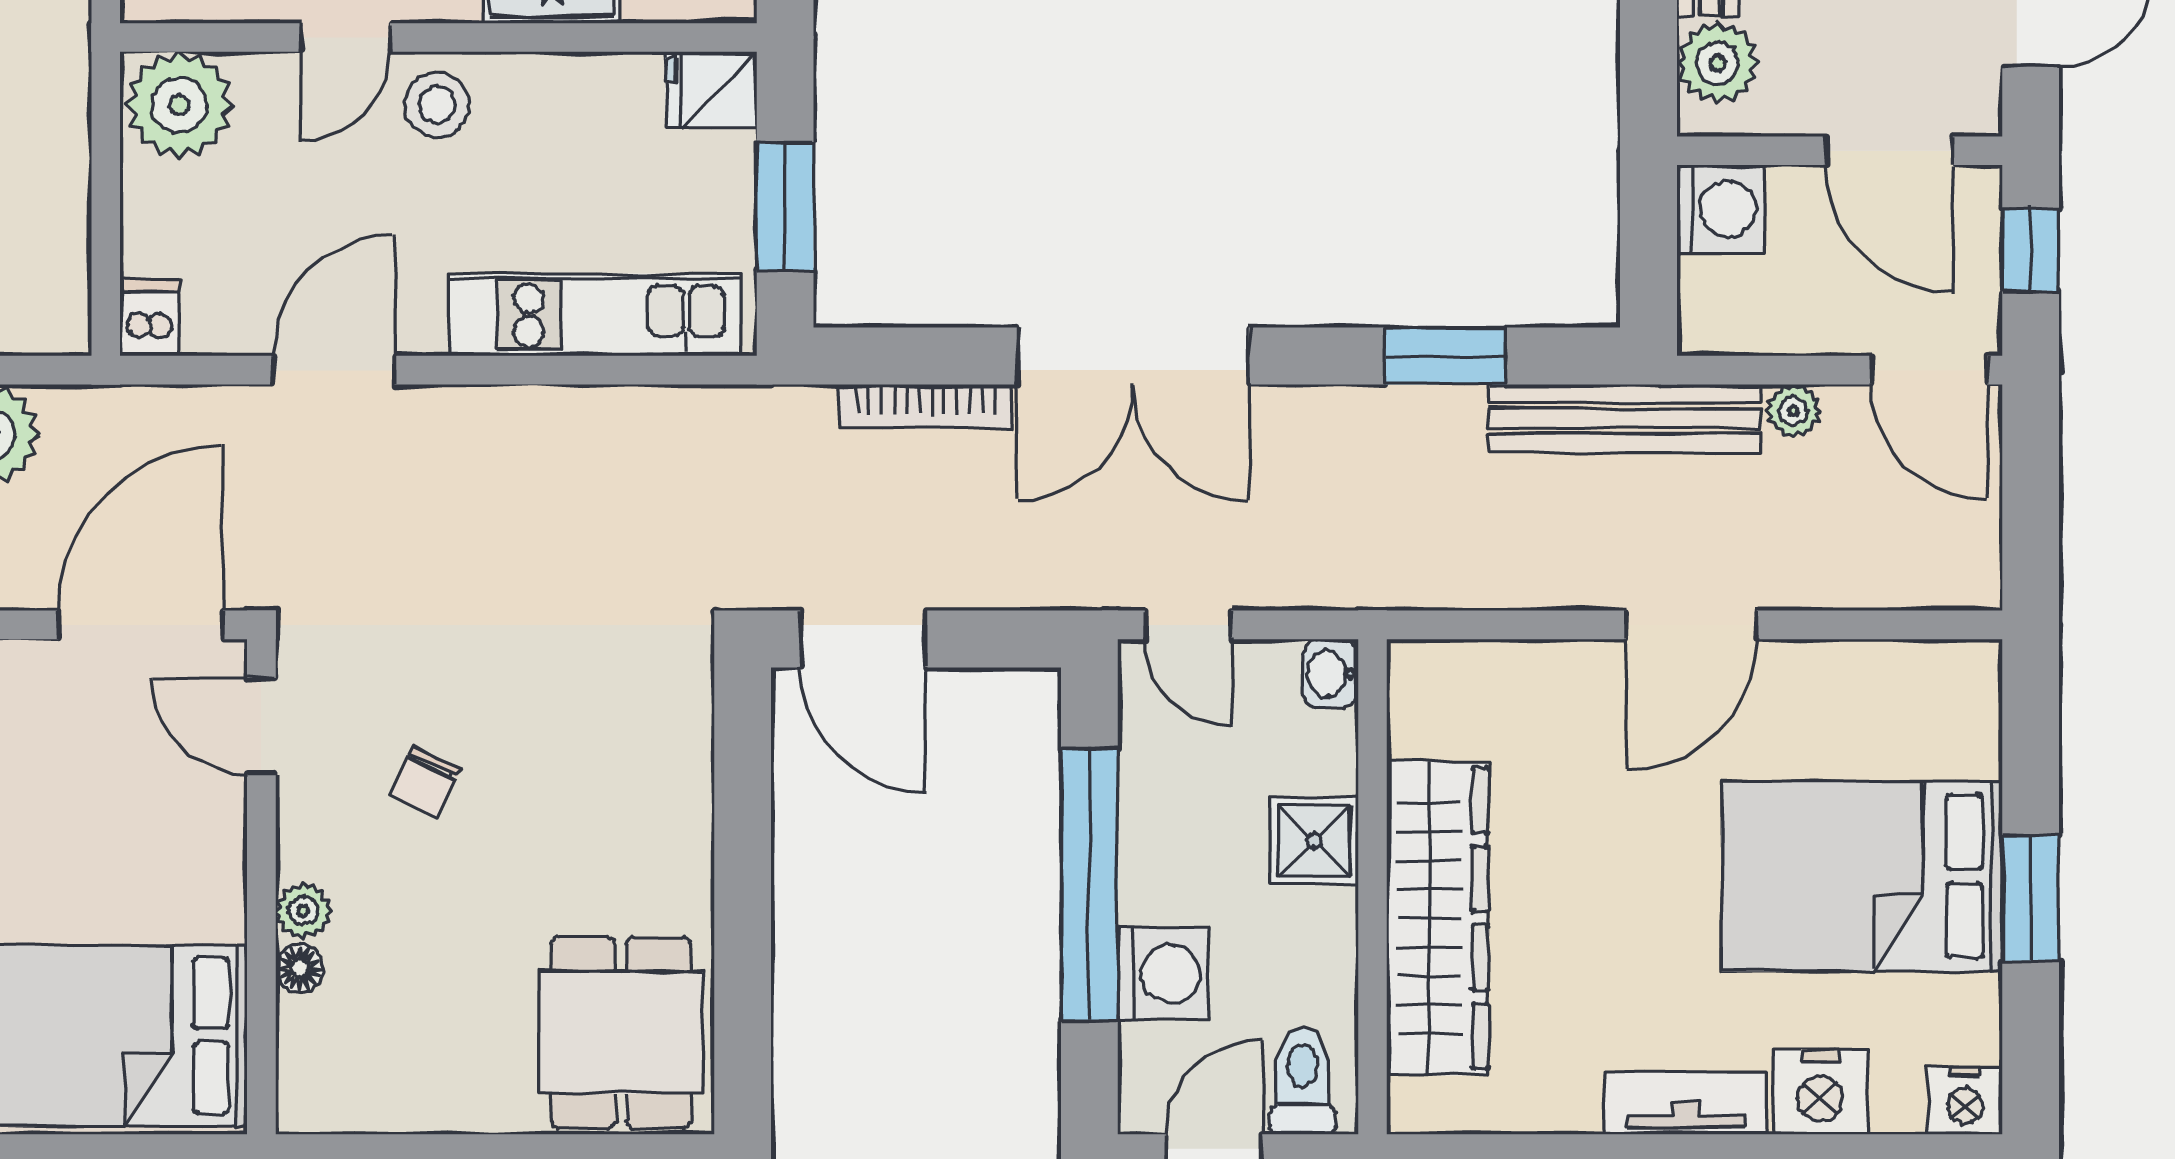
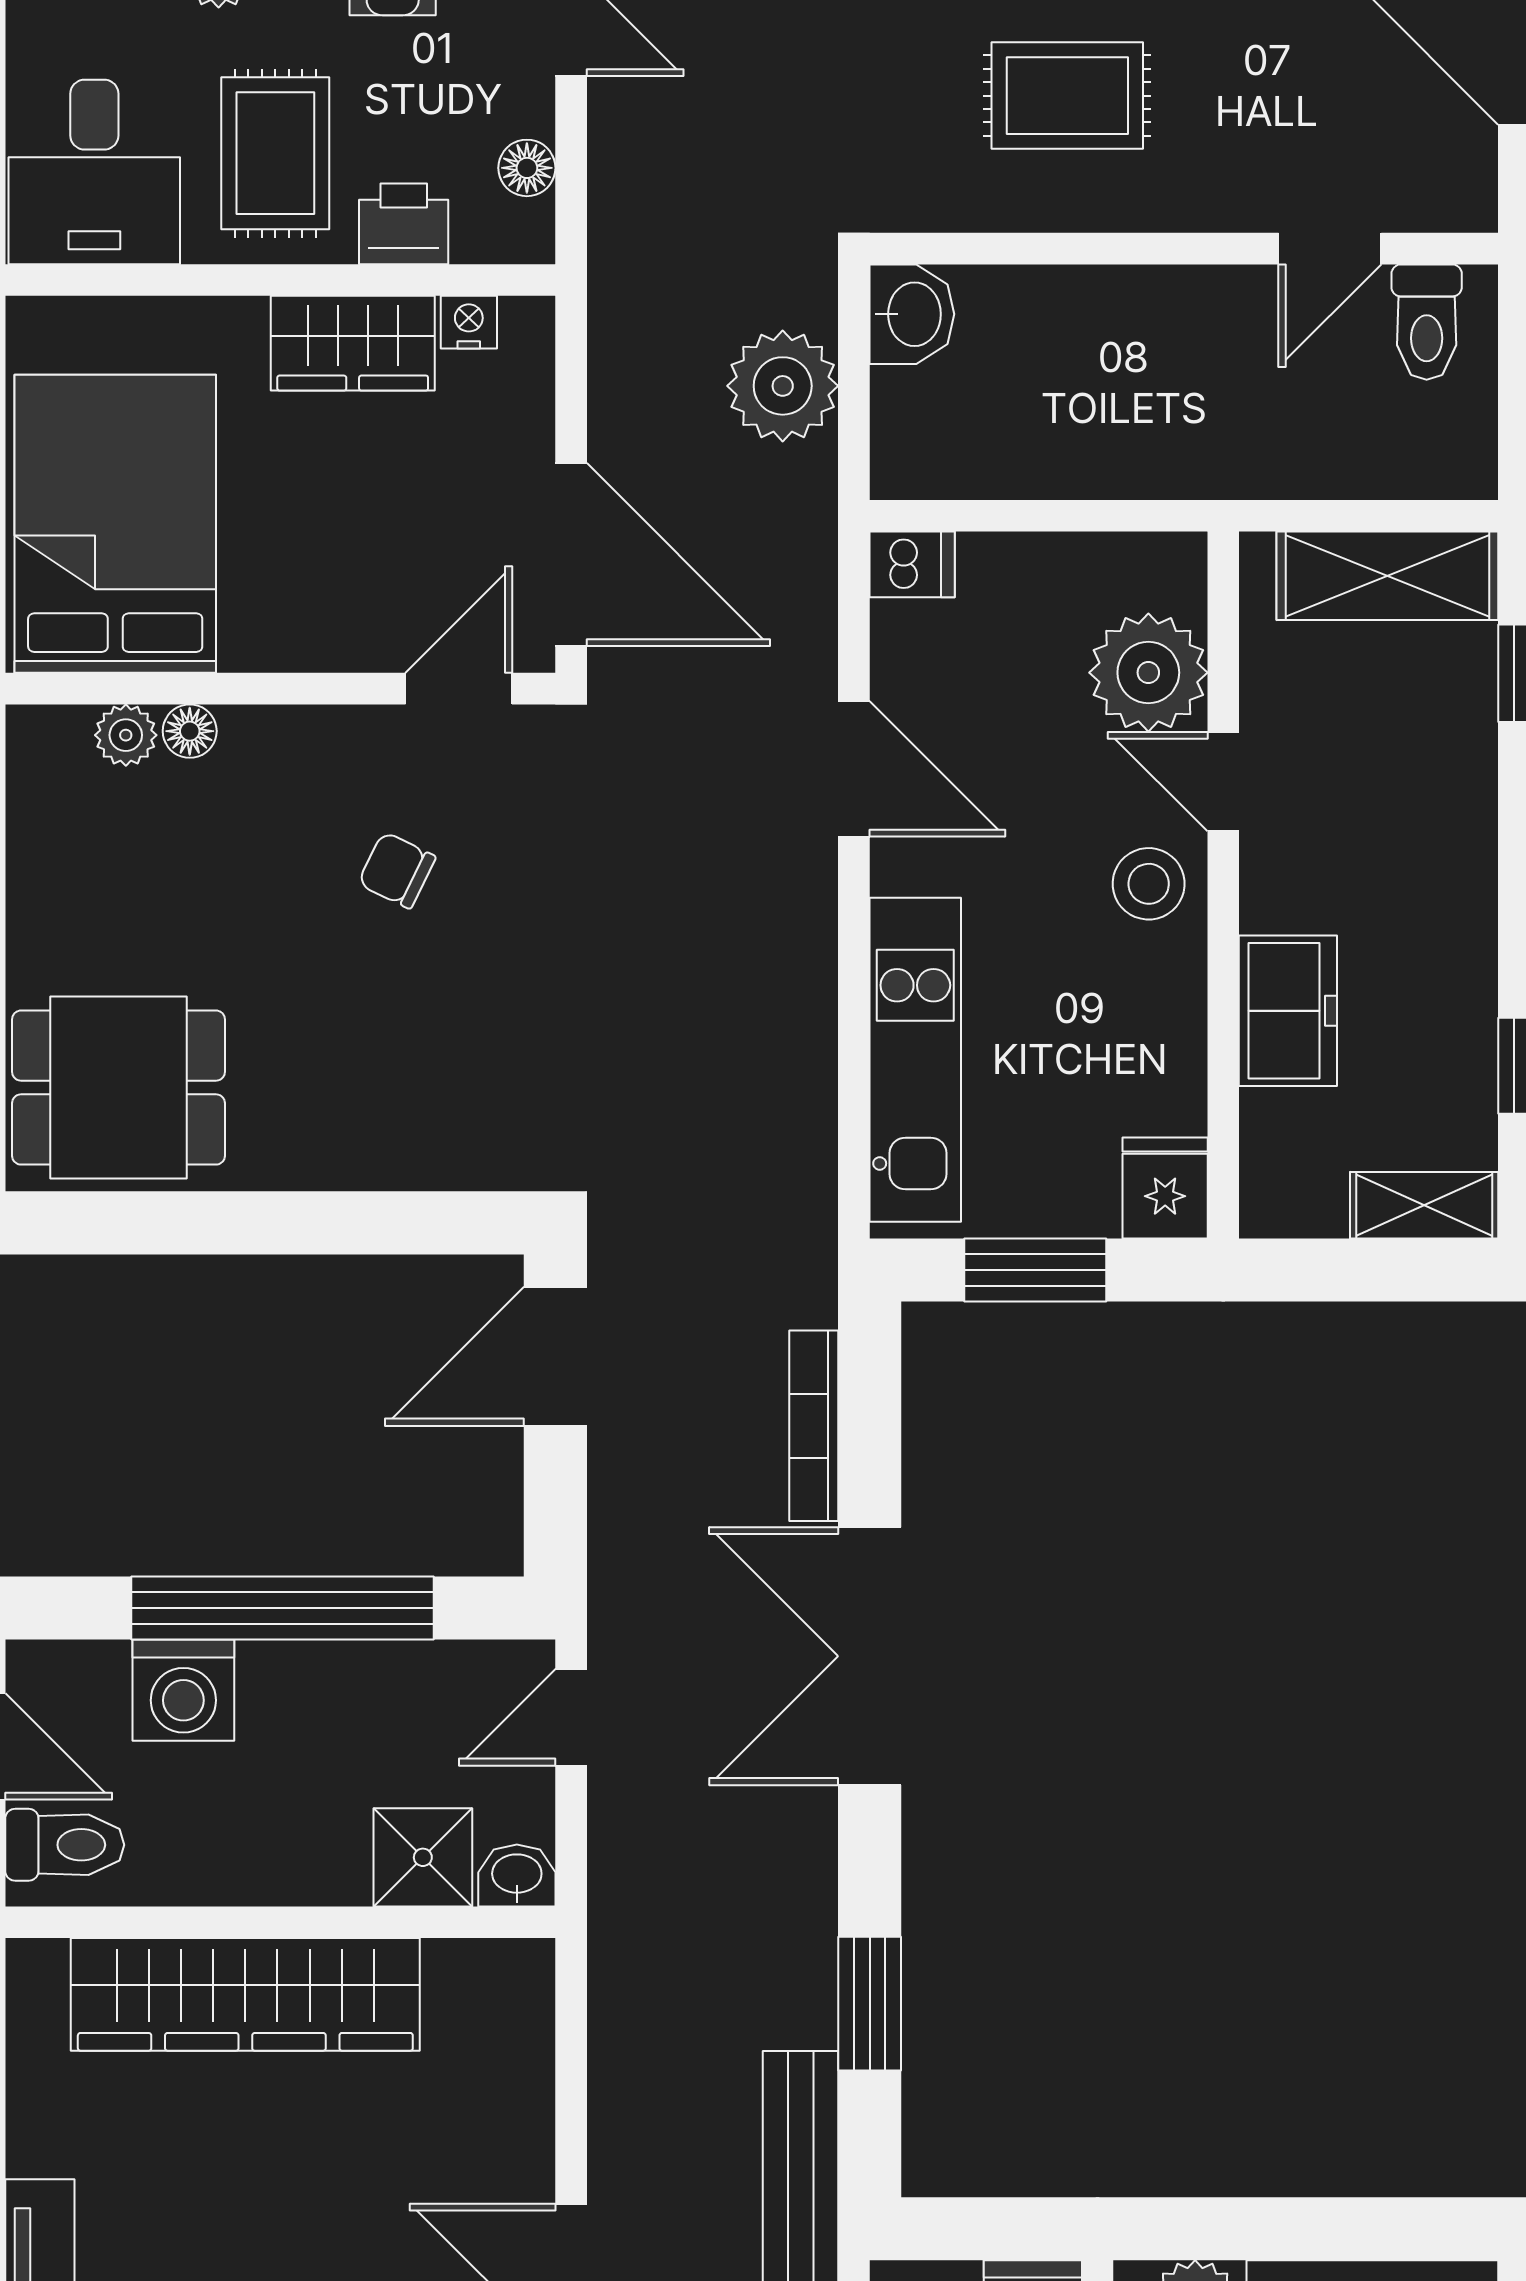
plant: (179, 105) -> (1148, 673), moved
shower: (1314, 841) -> (423, 1857), moved
plant: (303, 911) -> (126, 735), moved

